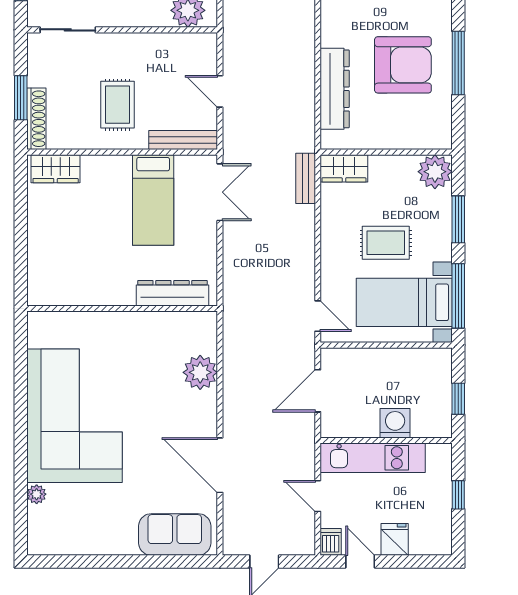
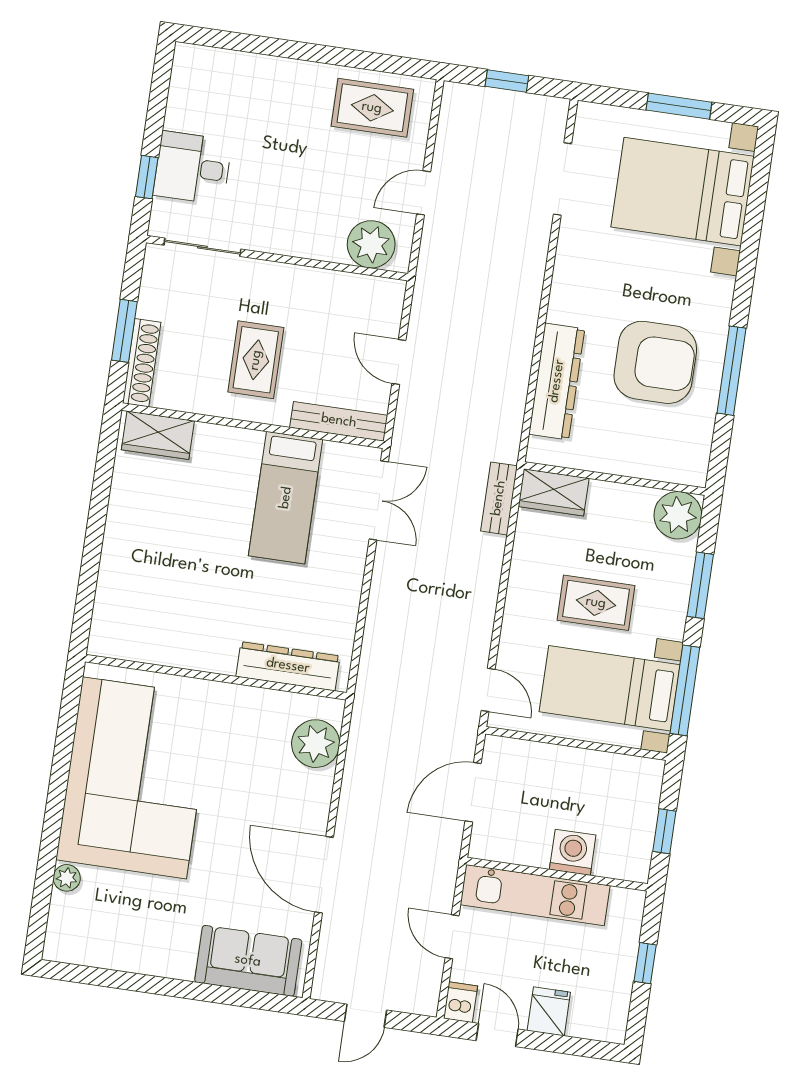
dresser: (172, 293) -> (288, 666), moved
wall: (122, 309) -> (216, 677), moved

